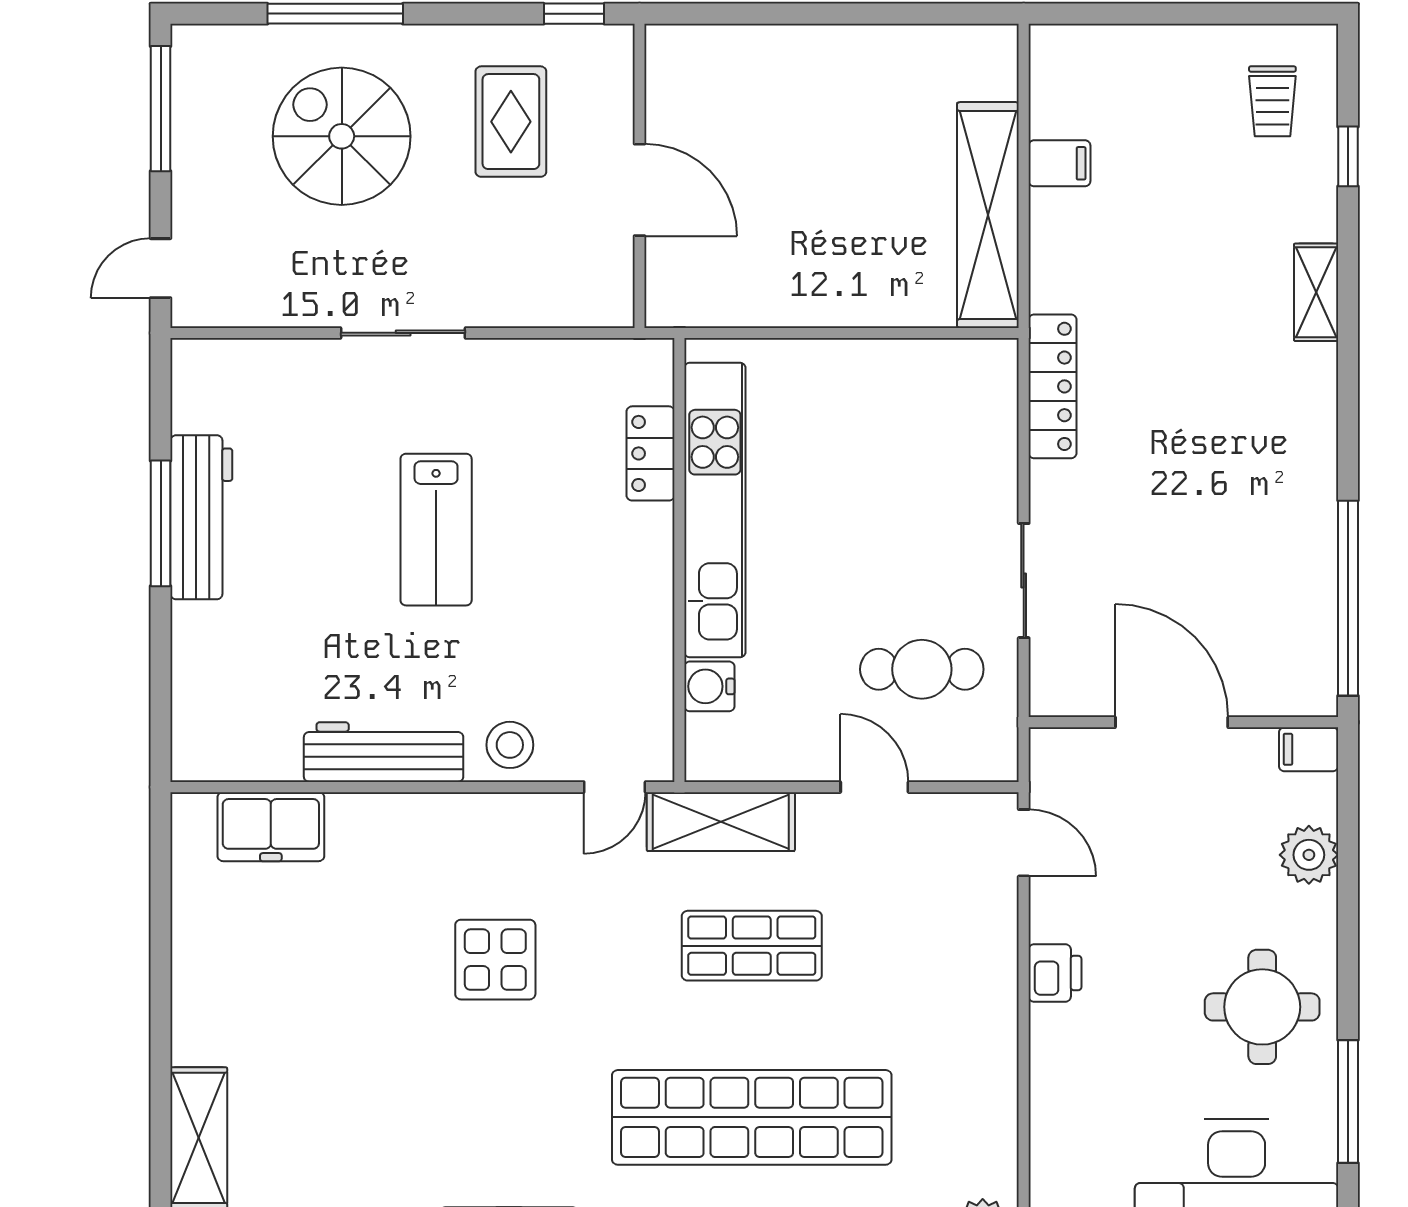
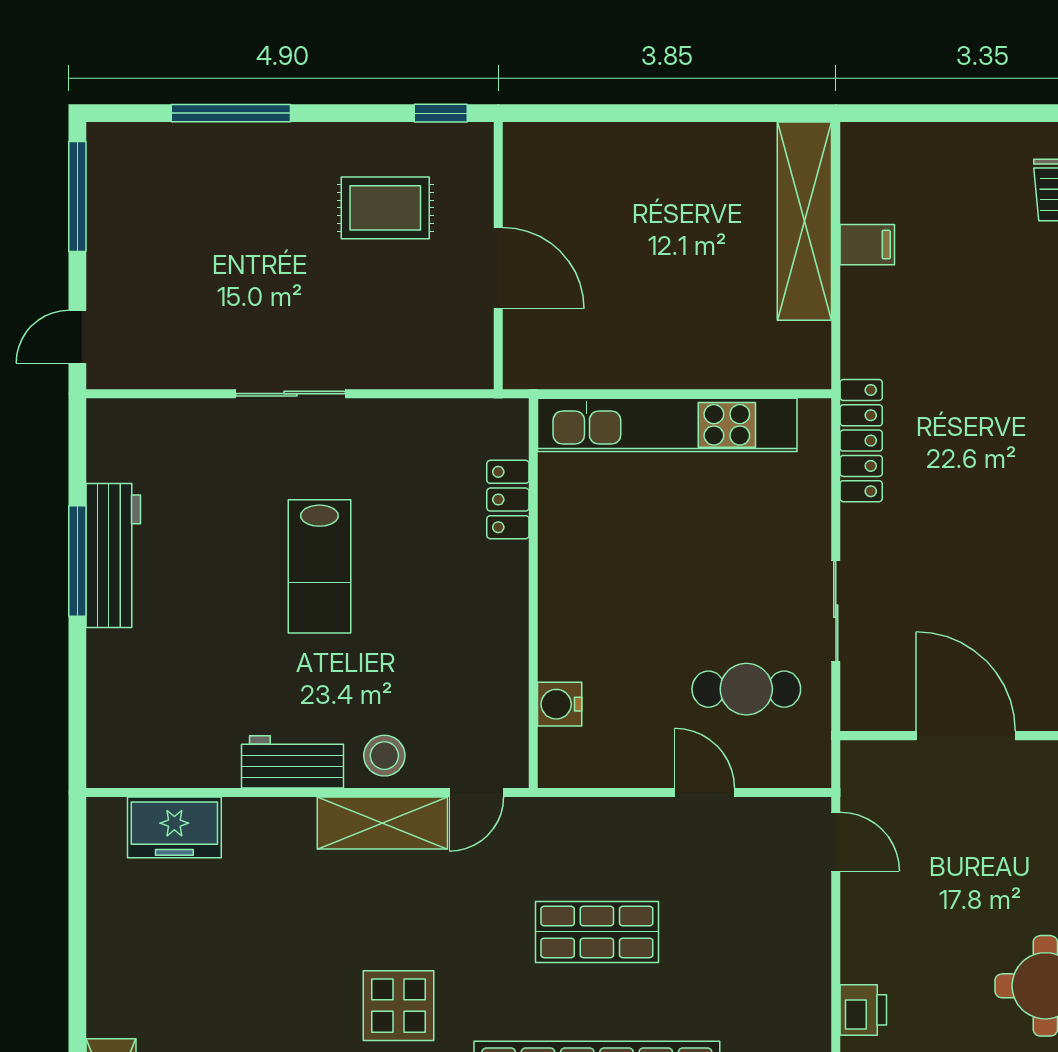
rug: (511, 122) -> (385, 208), turned 90
spiral stairs: (342, 136) -> (237, 221), removed
shelving: (988, 215) -> (804, 221), moved
kitchen unit: (715, 510) -> (667, 425), moved, turned 90
workbench: (384, 752) -> (292, 762), width x0.73
shelving: (721, 822) -> (382, 823), moved
display table: (495, 960) -> (398, 1006), moved
printer: (1055, 973) -> (863, 1010), moved

